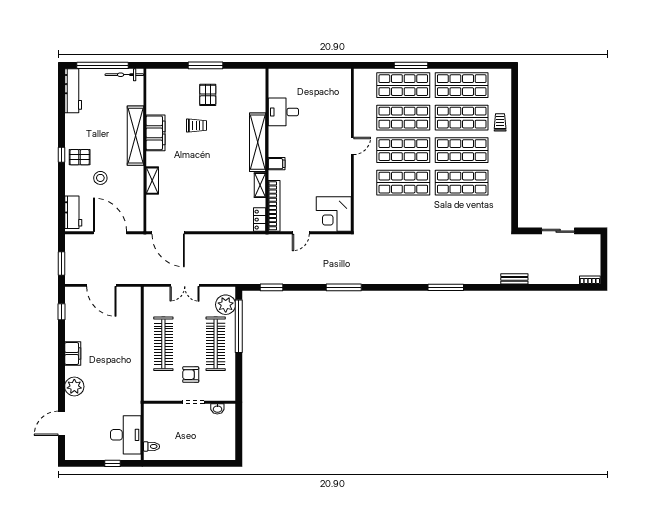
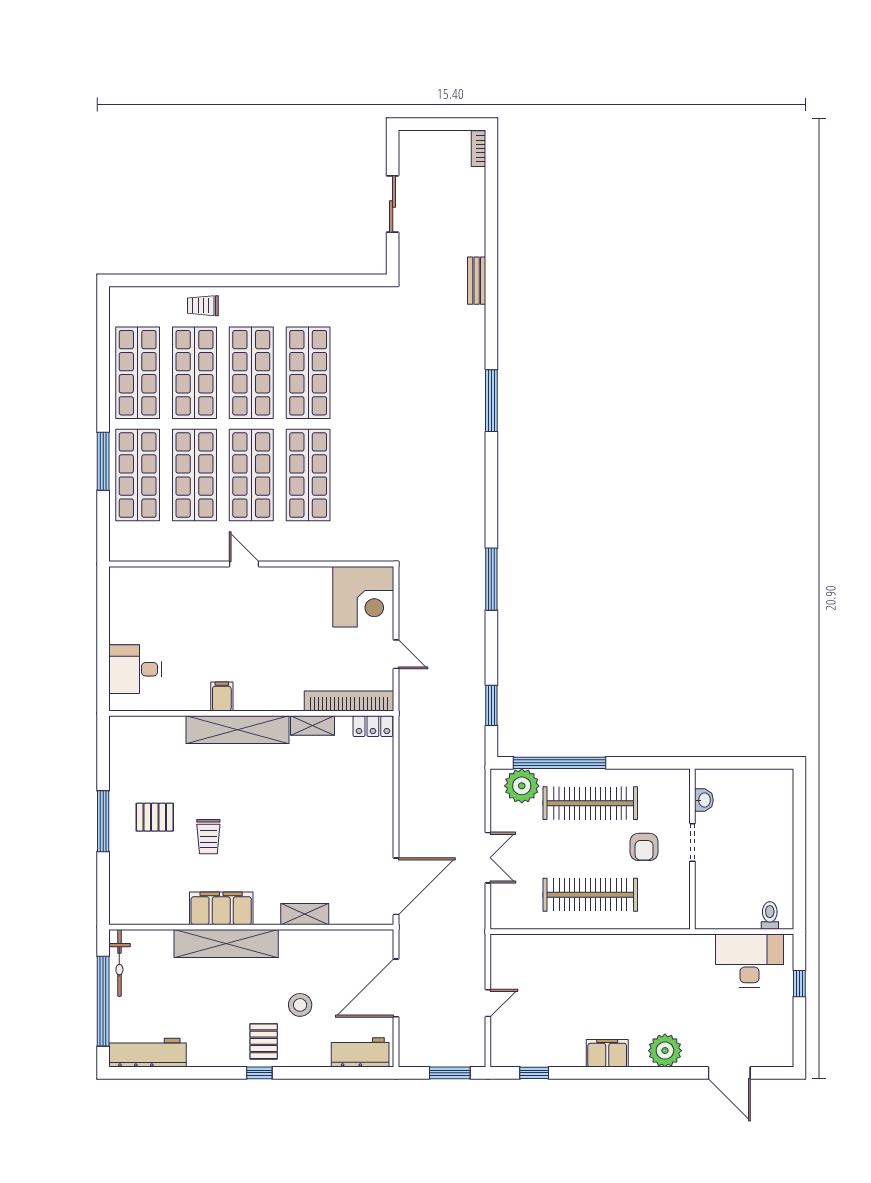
desk: (283, 112) -> (135, 669), moved, turned 90
trolley: (197, 126) -> (208, 837), turned 180
filing cabinet: (277, 164) -> (222, 697), moved
door: (101, 285) -> (488, 1003), width x0.53

